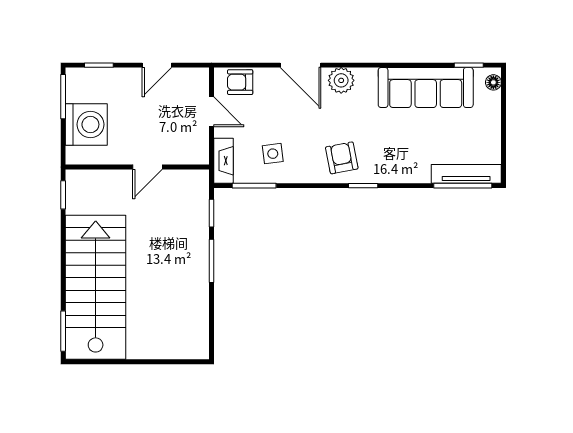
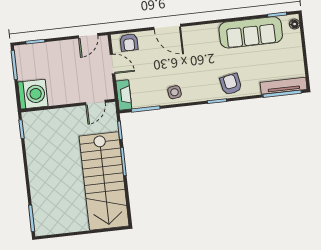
door: (157, 65) -> (88, 36), moved
plant: (341, 80) -> (195, 34), removed
armchair: (240, 82) -> (129, 42), turned -90
washing machine: (86, 124) -> (33, 94), moved
side table: (273, 154) -> (174, 92), moved
armchair: (342, 158) -> (231, 84), moved
door: (147, 167) -> (95, 102), moved
stairs: (96, 287) -> (104, 181), moved, turned 180

